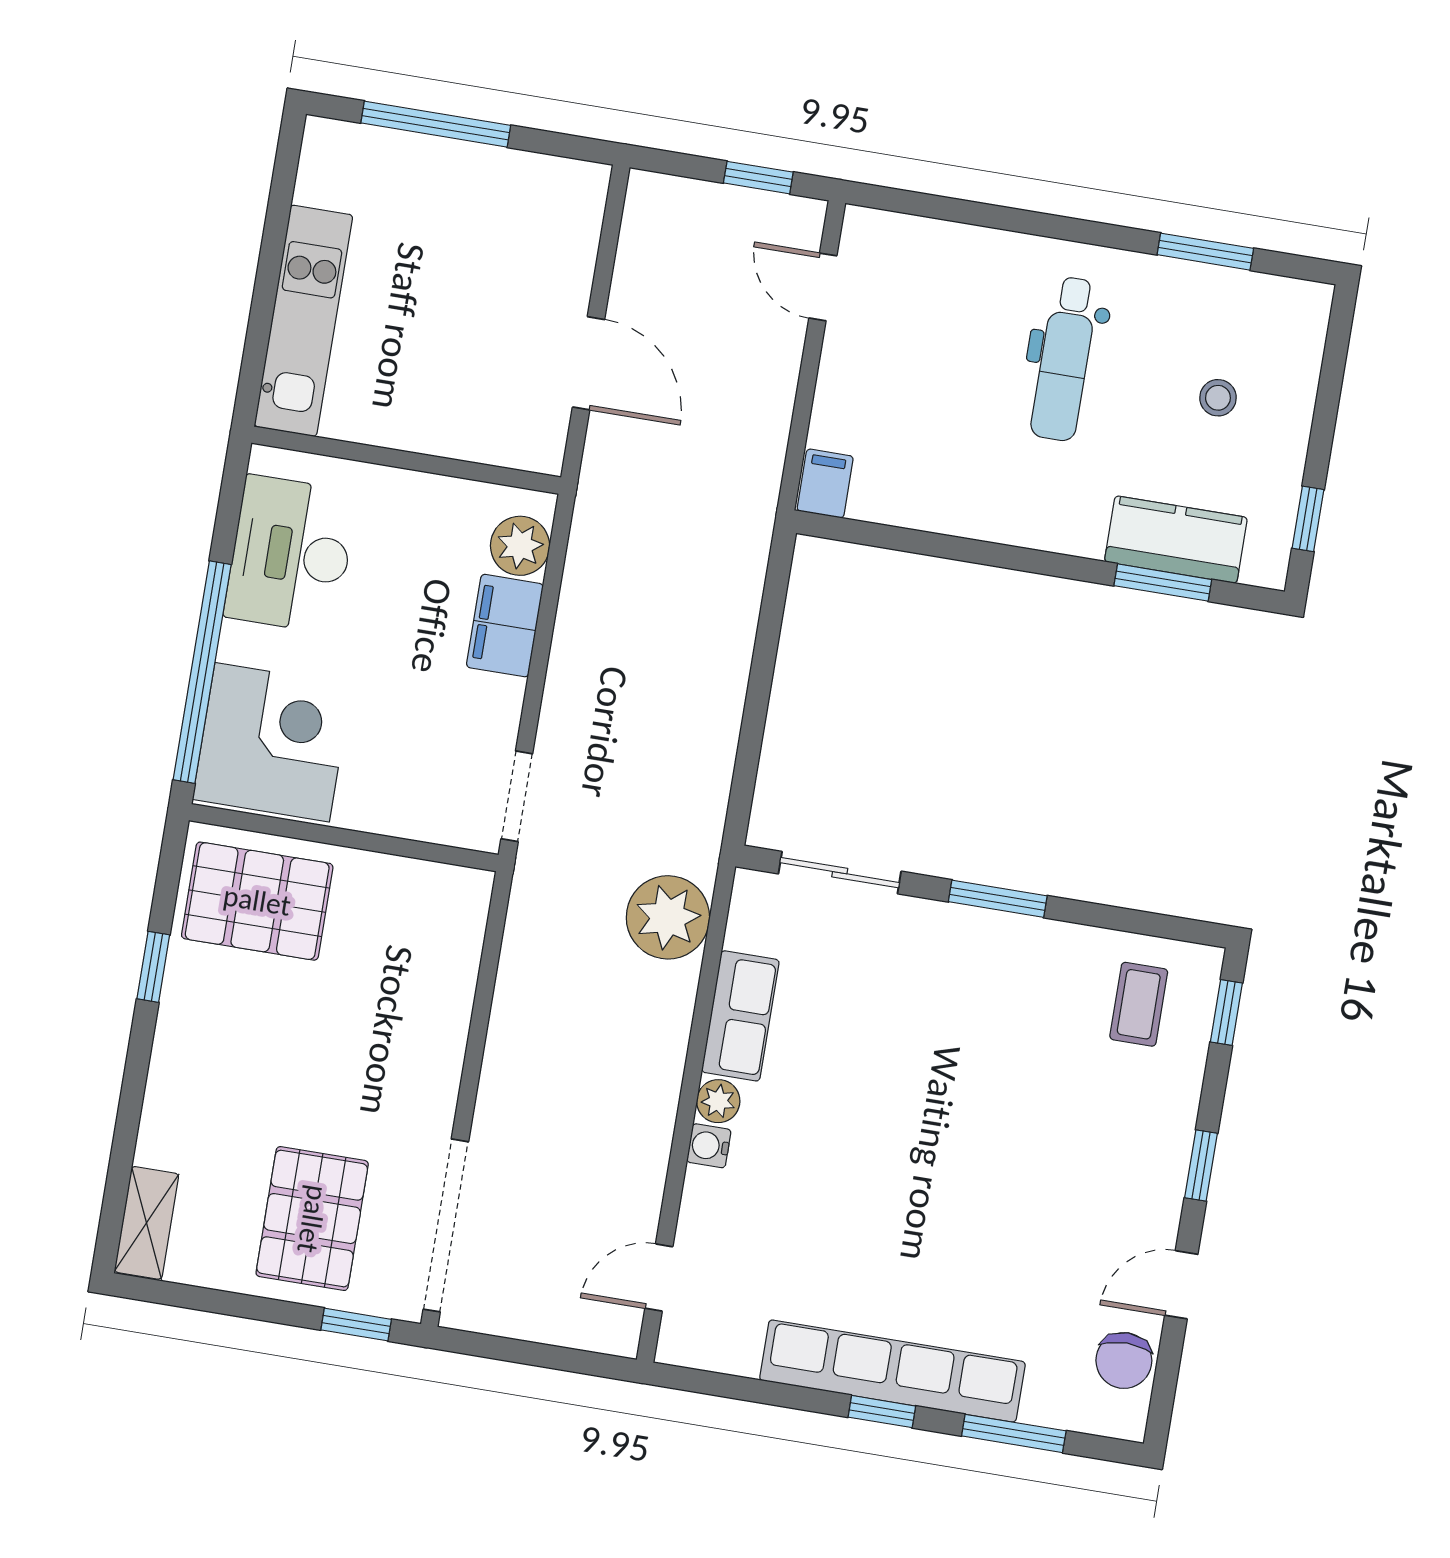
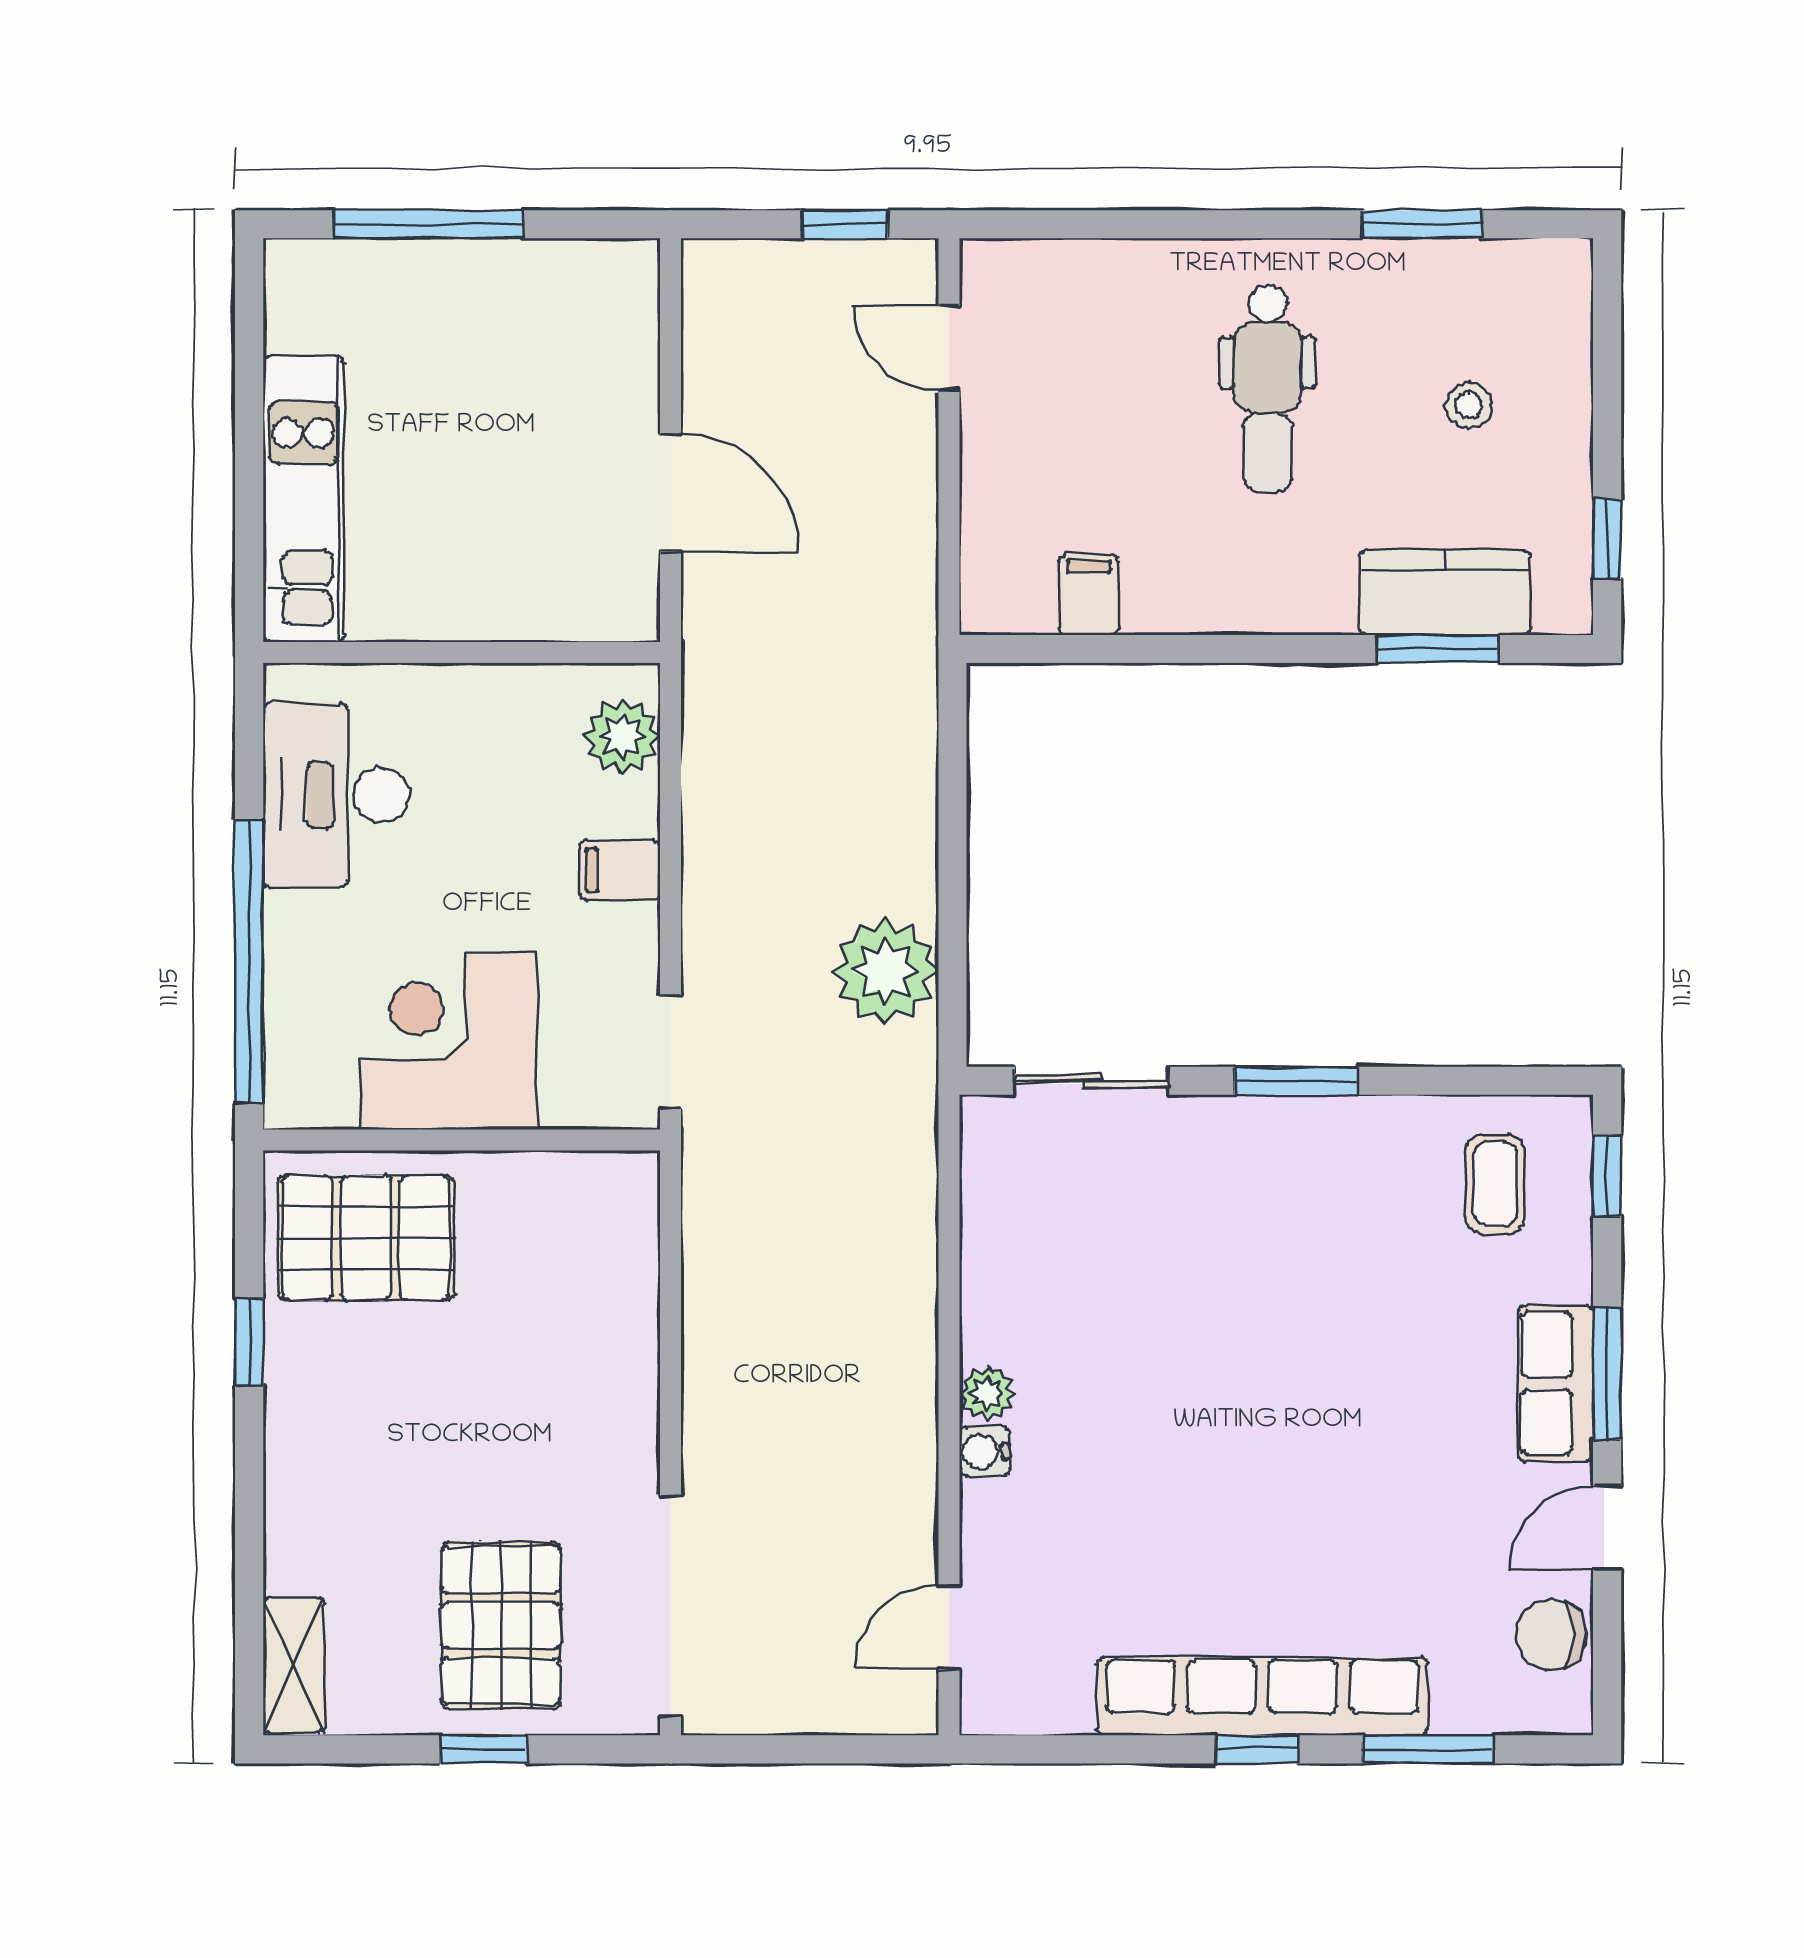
filing cabinet: (825, 484) -> (1089, 595), moved
filing cabinet: (505, 626) -> (620, 870), width x0.50
corner desk: (272, 742) -> (448, 1041), moved, turned -90
plant: (668, 917) -> (886, 971), moved
row of seats: (740, 1016) -> (1556, 1383), moved, turned 180
window: (1201, 1165) -> (1607, 1374), width x1.50
window: (356, 1325) -> (484, 1749), moved
chair: (1124, 1360) -> (1551, 1635), turned 90

